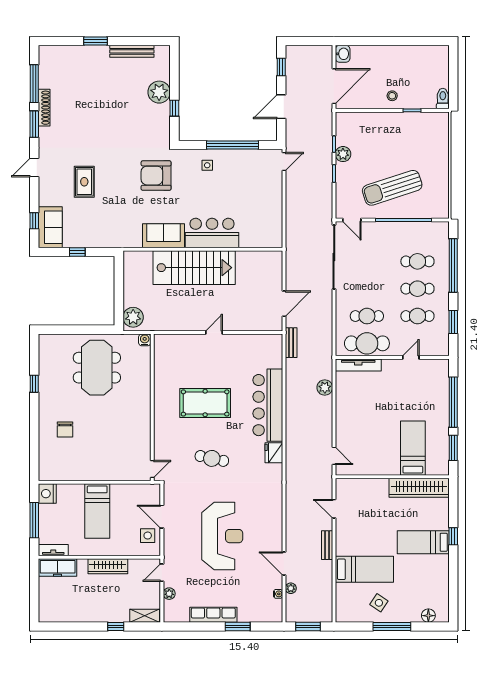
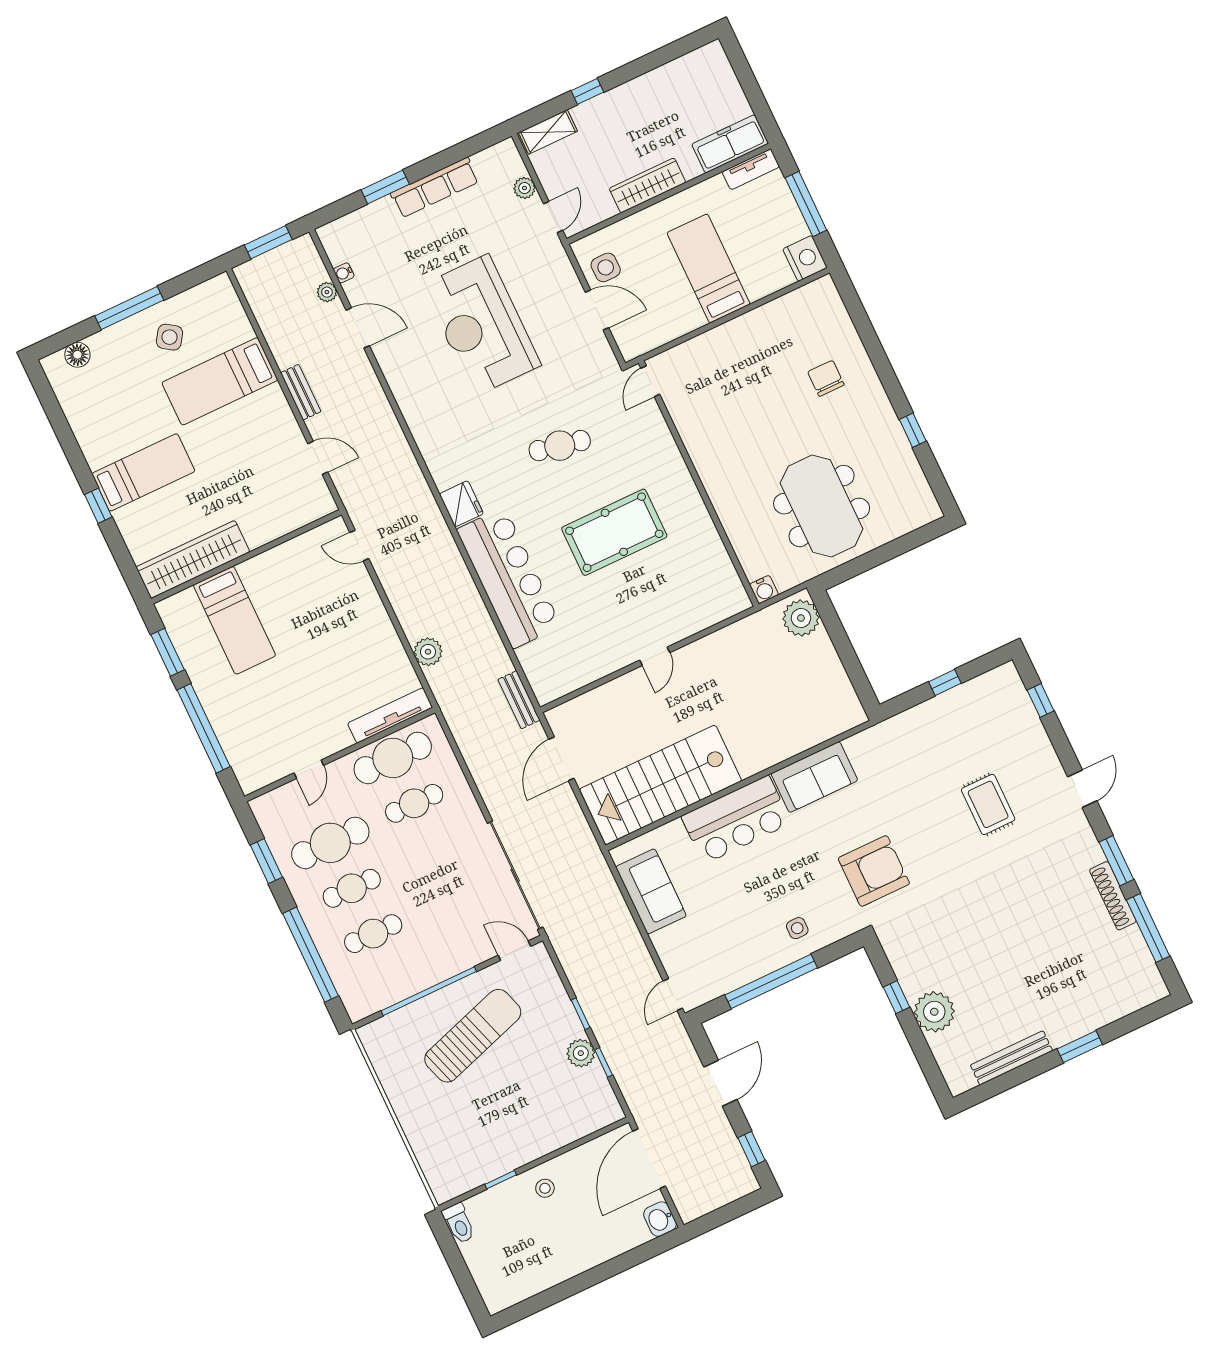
sofa: (50, 227) -> (651, 891), moved, turned 180
stairs: (194, 268) -> (661, 785), moved
cafe table: (417, 316) -> (330, 843), width x1.37, depth x1.35

